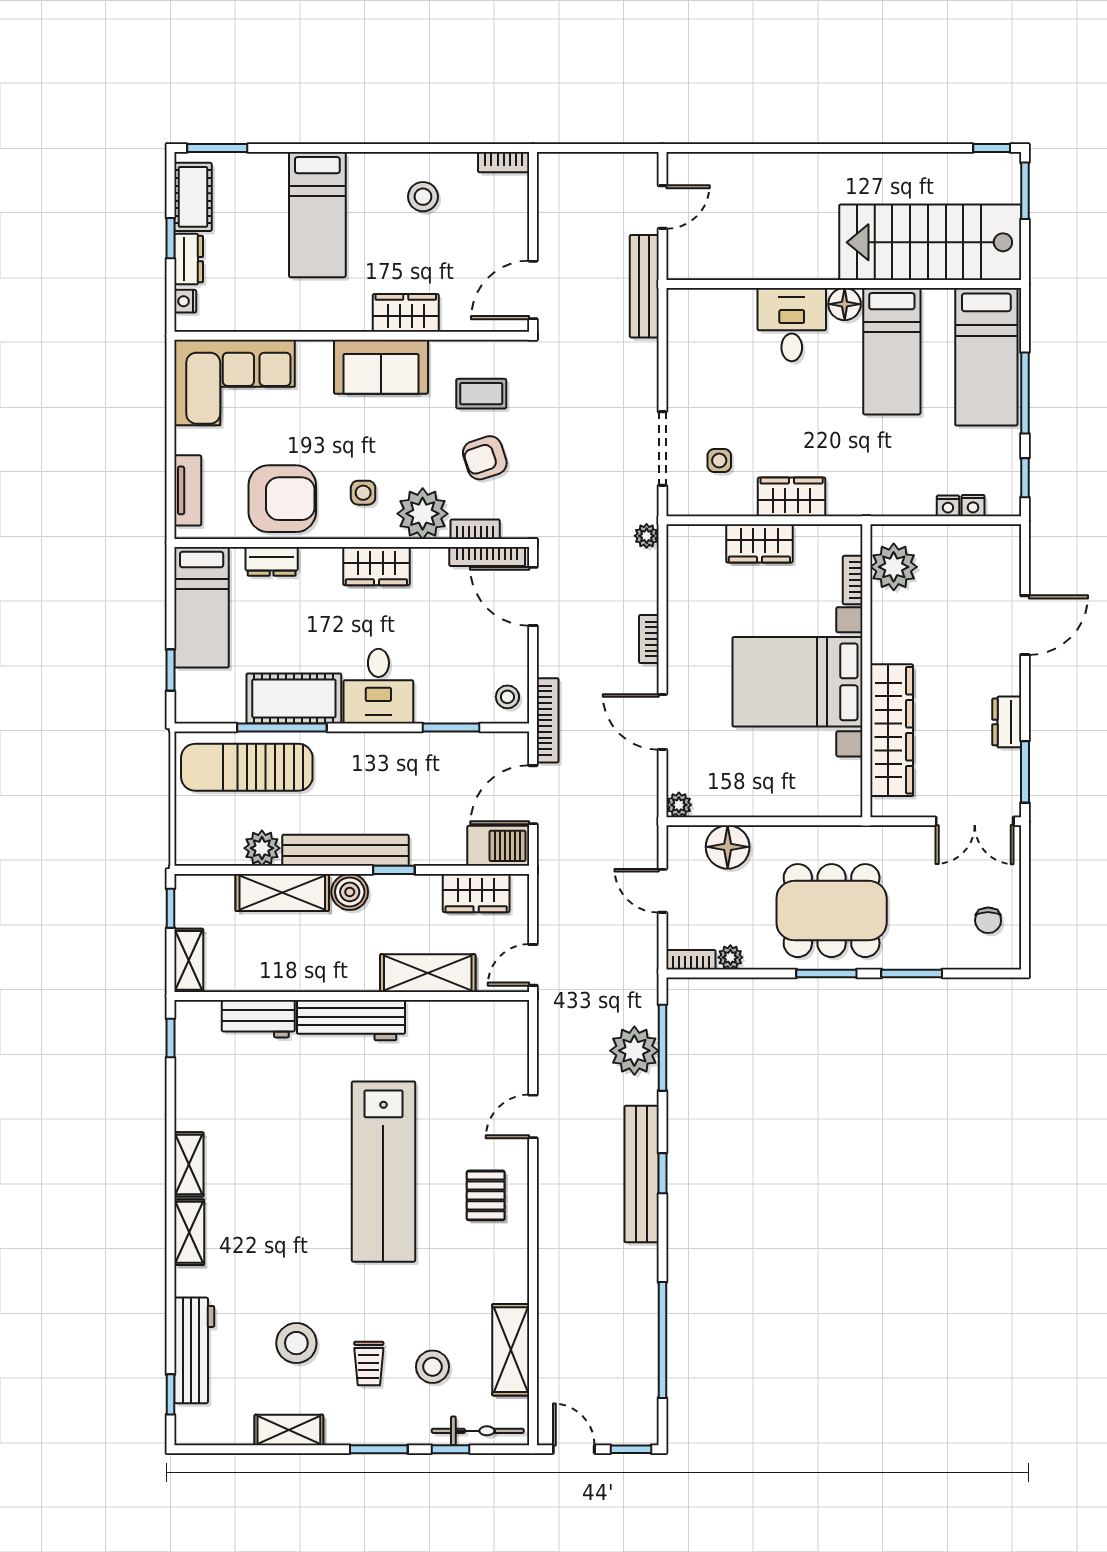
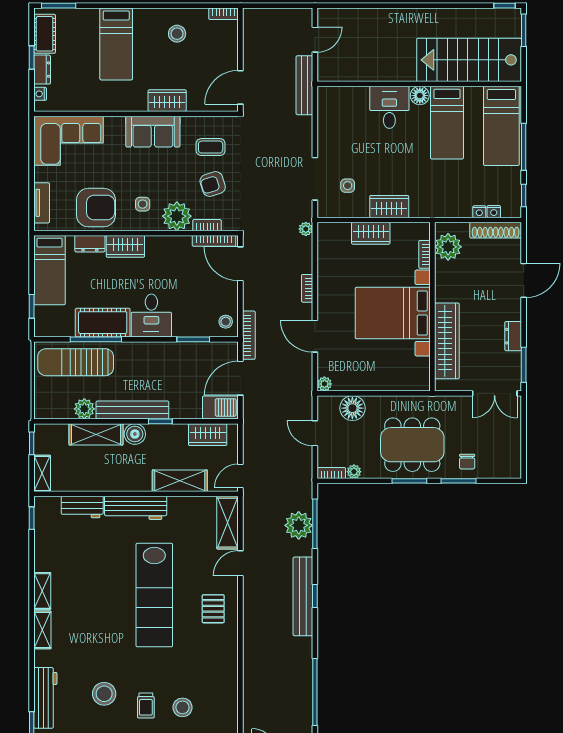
shoe rack: (976, 538) -> (496, 230), added
wardrobe: (376, 566) -> (125, 246), moved
chair: (988, 920) -> (467, 462), moved
shelving: (511, 1350) -> (228, 523), moved

